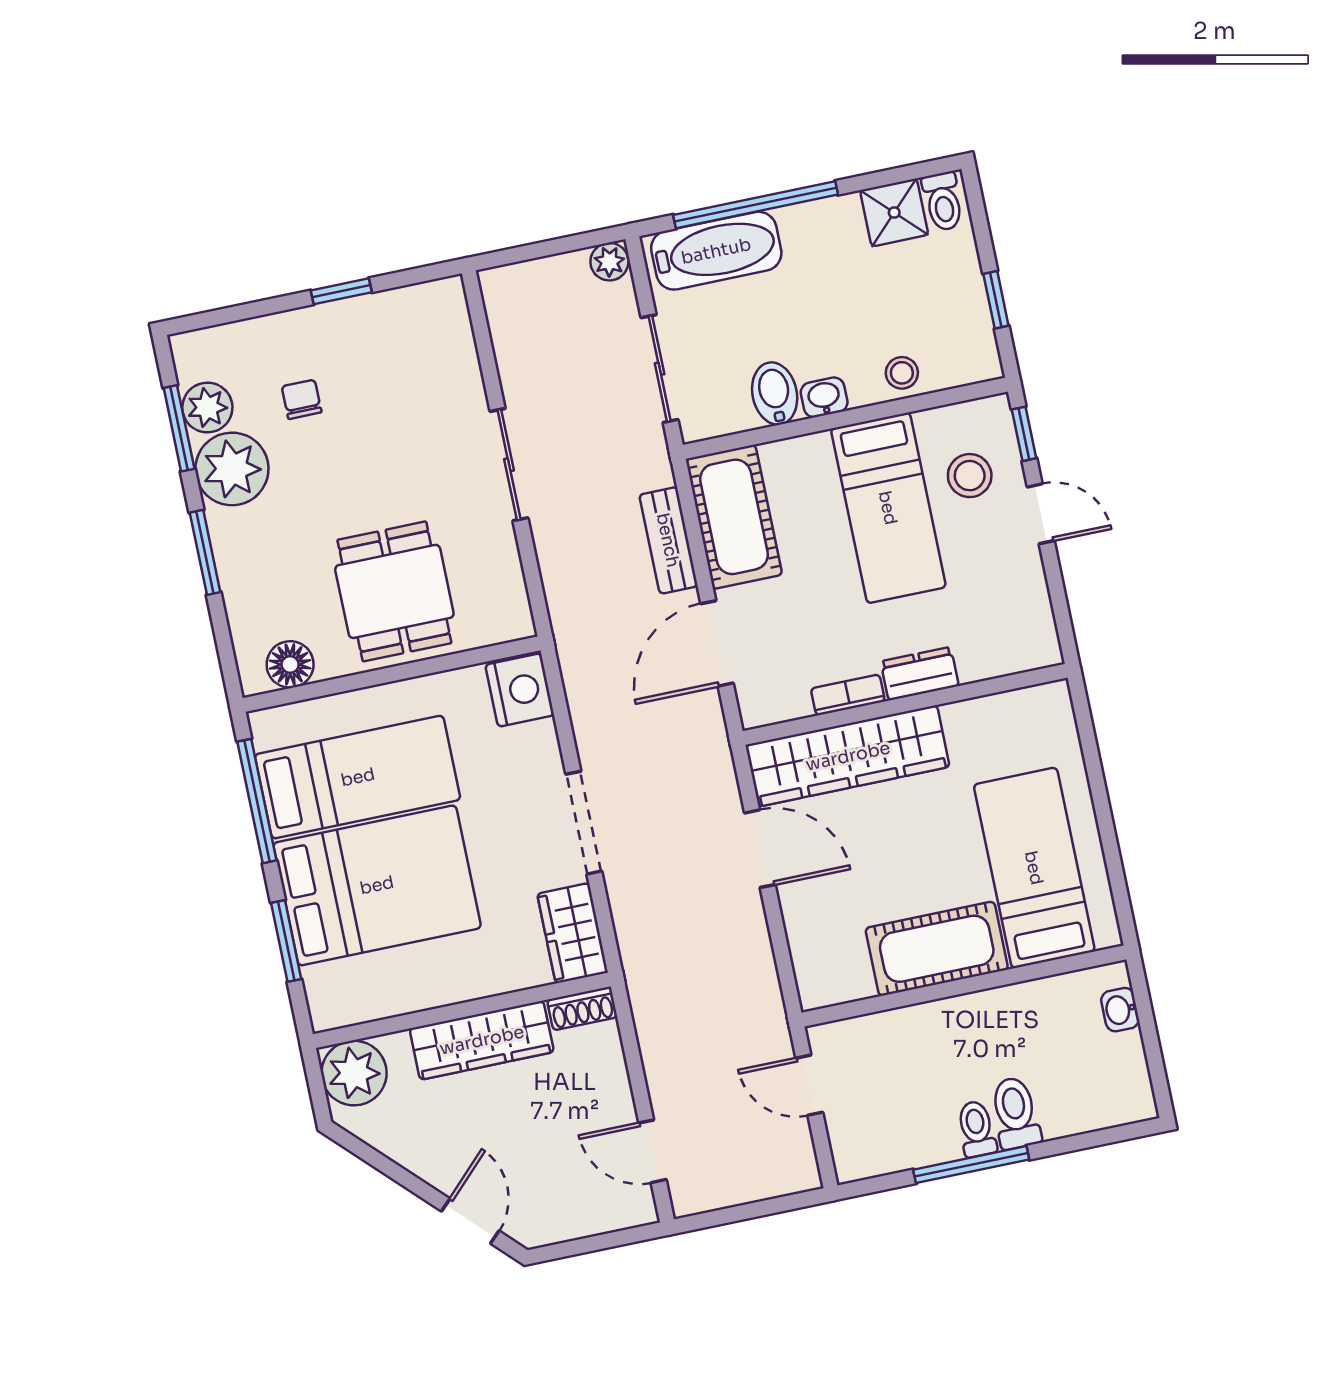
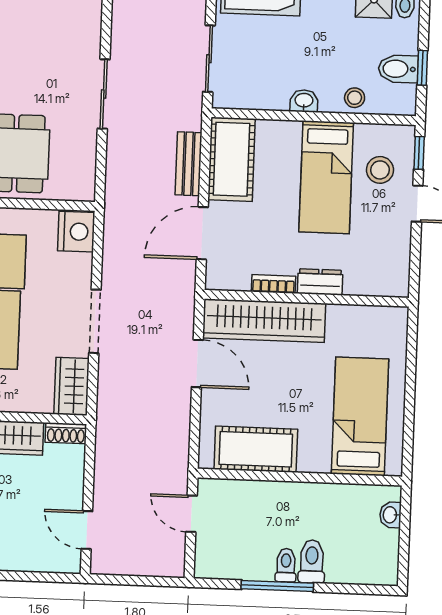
bidet: (775, 394) -> (398, 69), moved, turned -90
cot: (937, 949) -> (256, 449), moved

